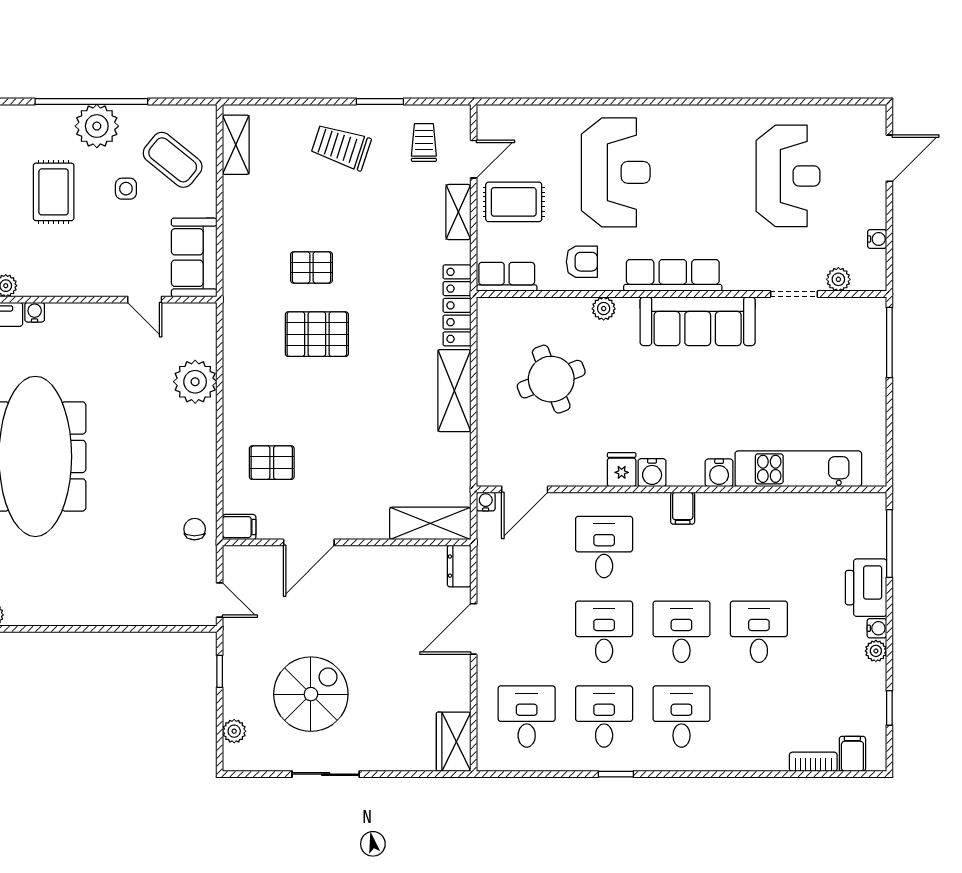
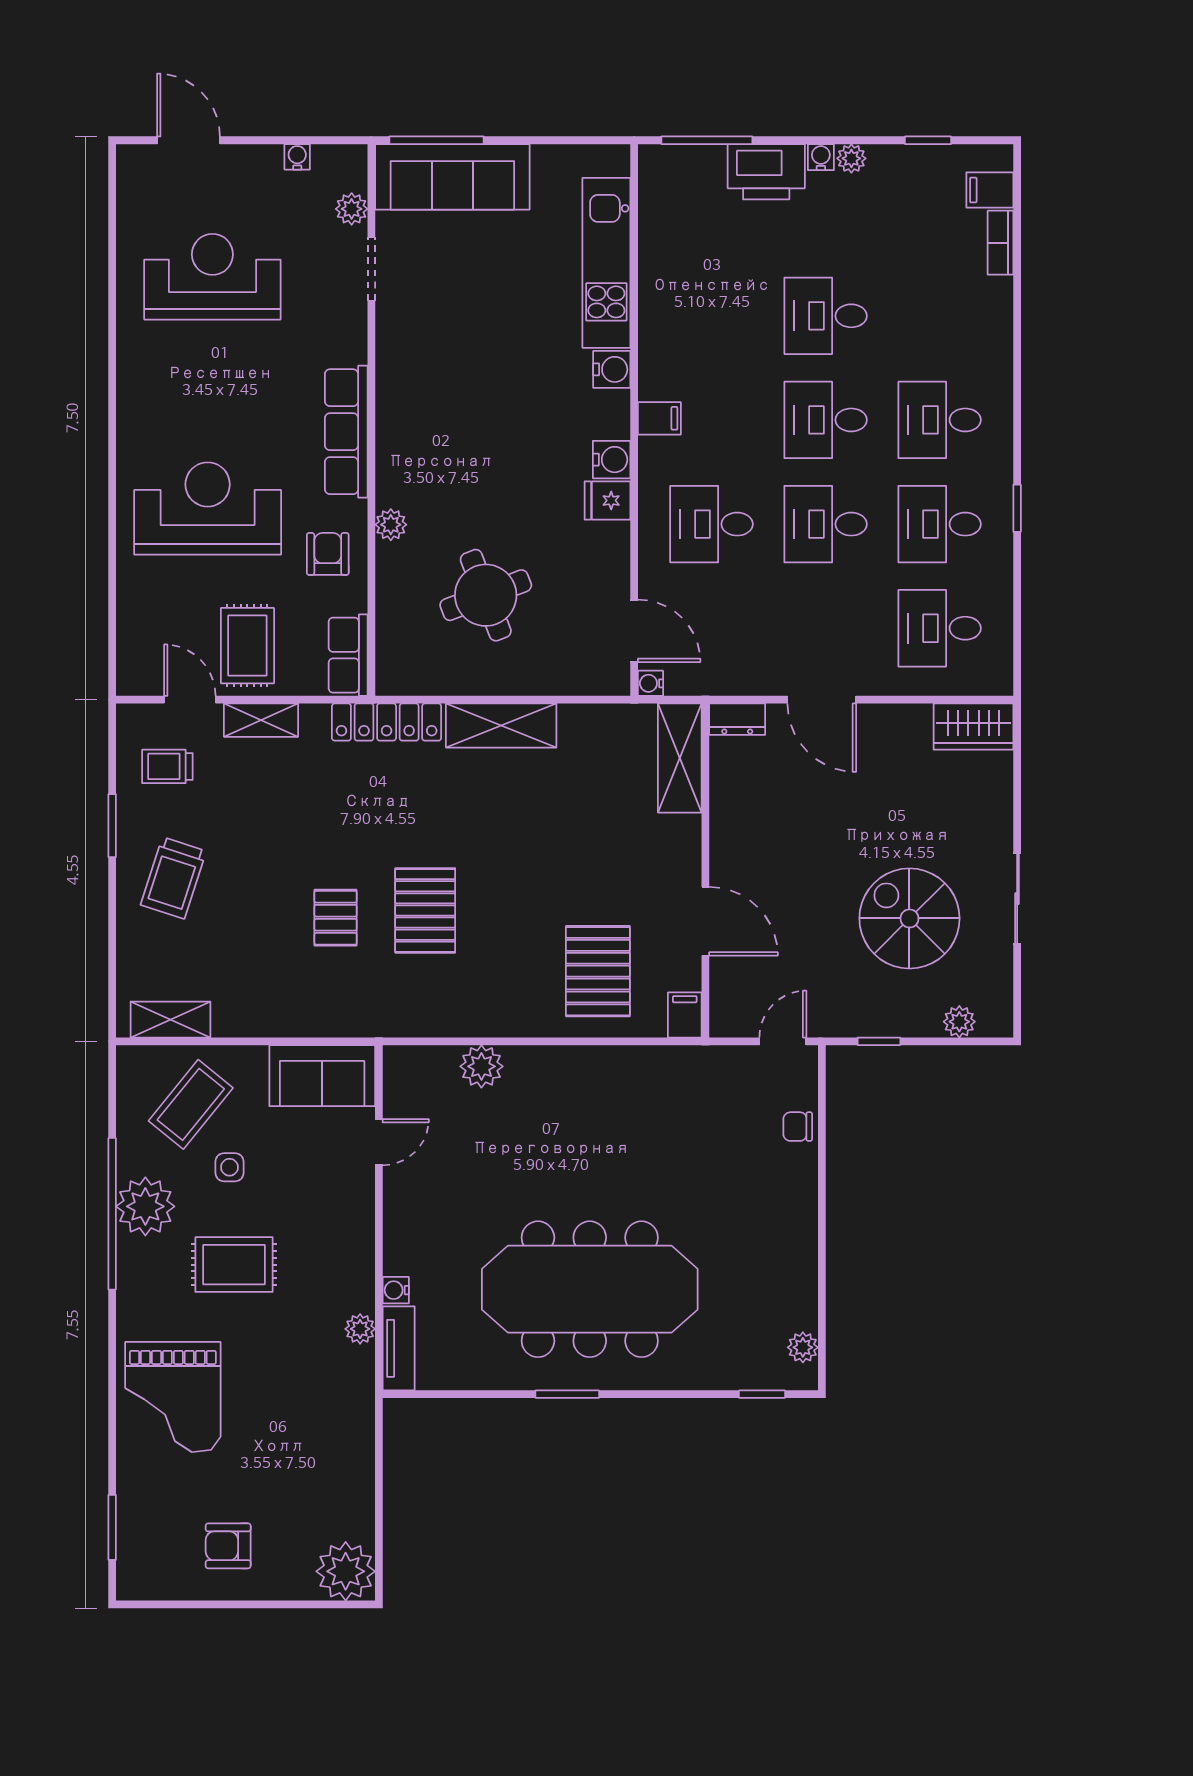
sofa: (698, 321) -> (452, 177), moved, turned 90
plant: (195, 382) -> (481, 1066), width x0.73, depth x0.73
pallet: (272, 463) -> (598, 971), width x1.50, depth x1.42
chair: (195, 529) -> (798, 1127), moved

